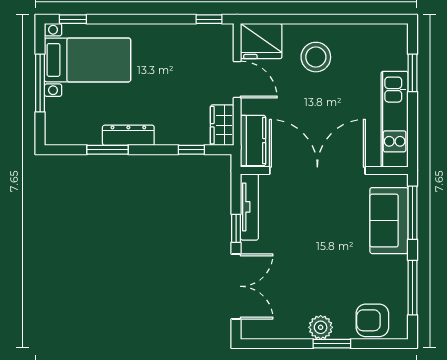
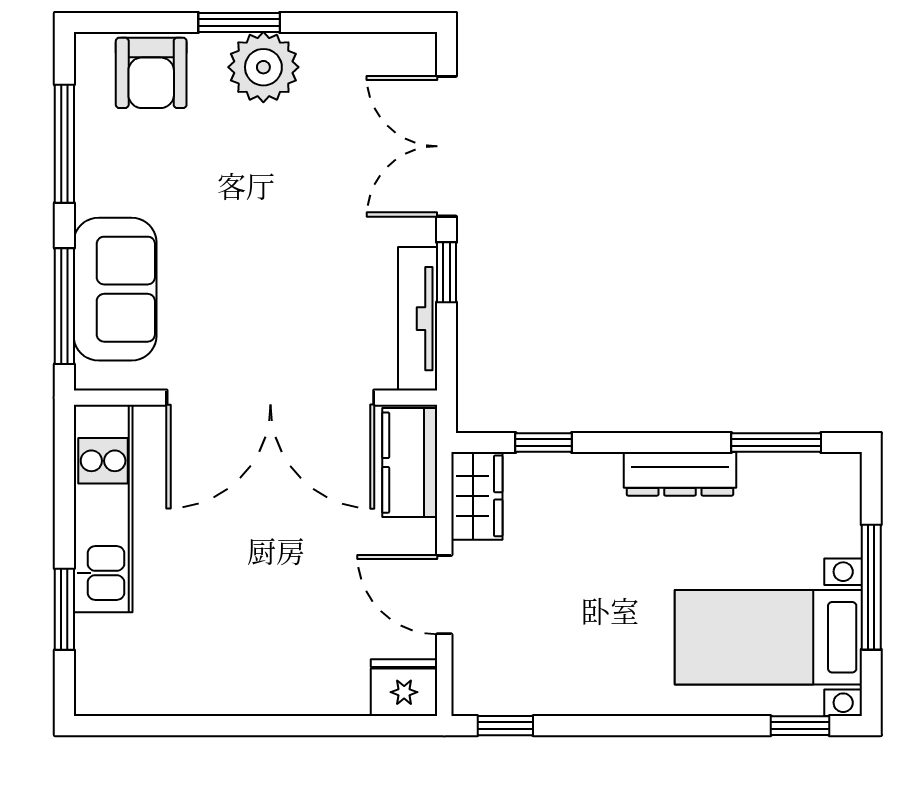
fridge: (261, 41) -> (404, 688), width x0.73, depth x0.75
stool: (316, 57) -> (274, 643), removed
window: (108, 150) -> (776, 442), moved
armchair: (372, 320) -> (151, 73), turned 90
plant: (321, 327) -> (263, 67), width x1.36, depth x1.36

